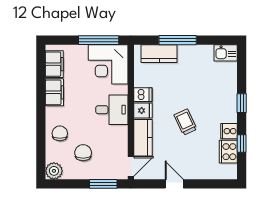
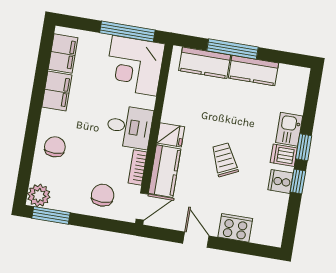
kitchen counter: (196, 53) -> (253, 70), added
kitchen sink: (226, 53) -> (289, 129), moved, turned 90
dishwasher: (143, 95) -> (284, 155), moved, turned 180
bookcase: (123, 138) -> (138, 167), added
window: (242, 144) -> (298, 182), moved
cooker: (228, 152) -> (235, 228), moved, turned 90
chair: (83, 153) -> (103, 195), moved
window: (103, 184) -> (51, 215), moved

